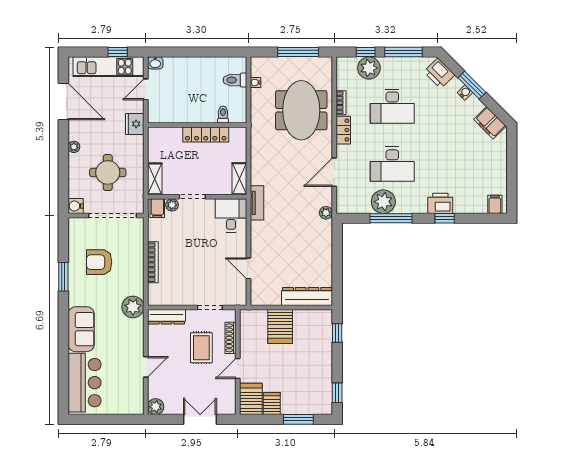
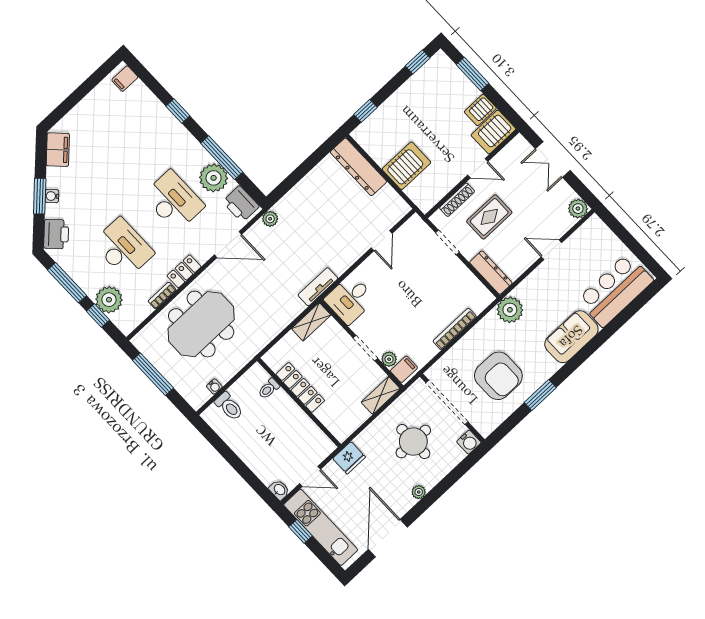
printer: (440, 203) -> (241, 204), moved
armchair: (99, 262) -> (498, 376), width x1.36, depth x1.36

